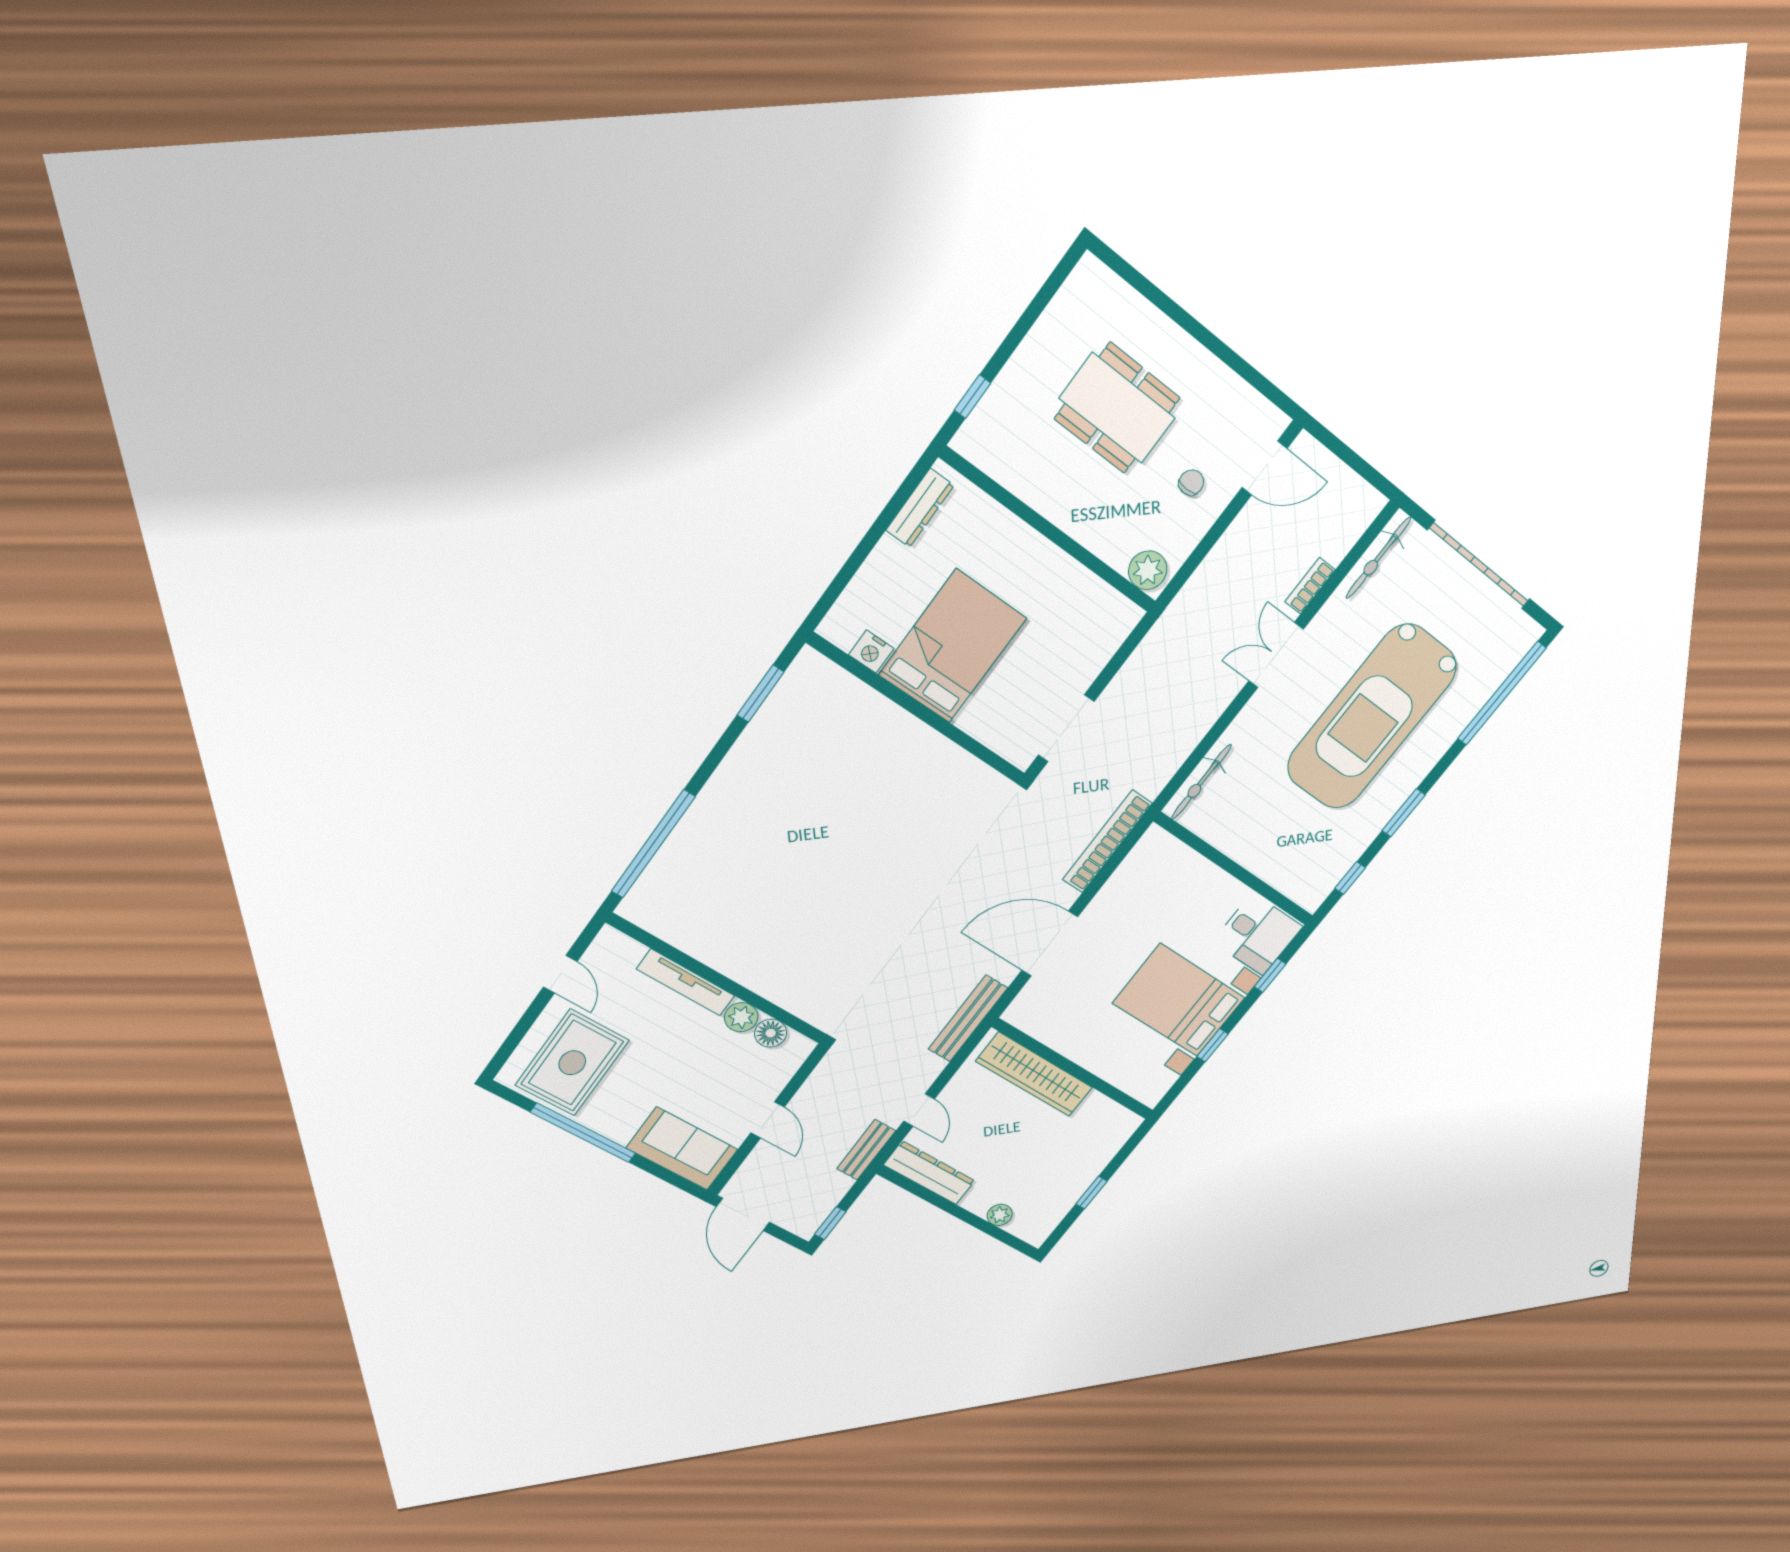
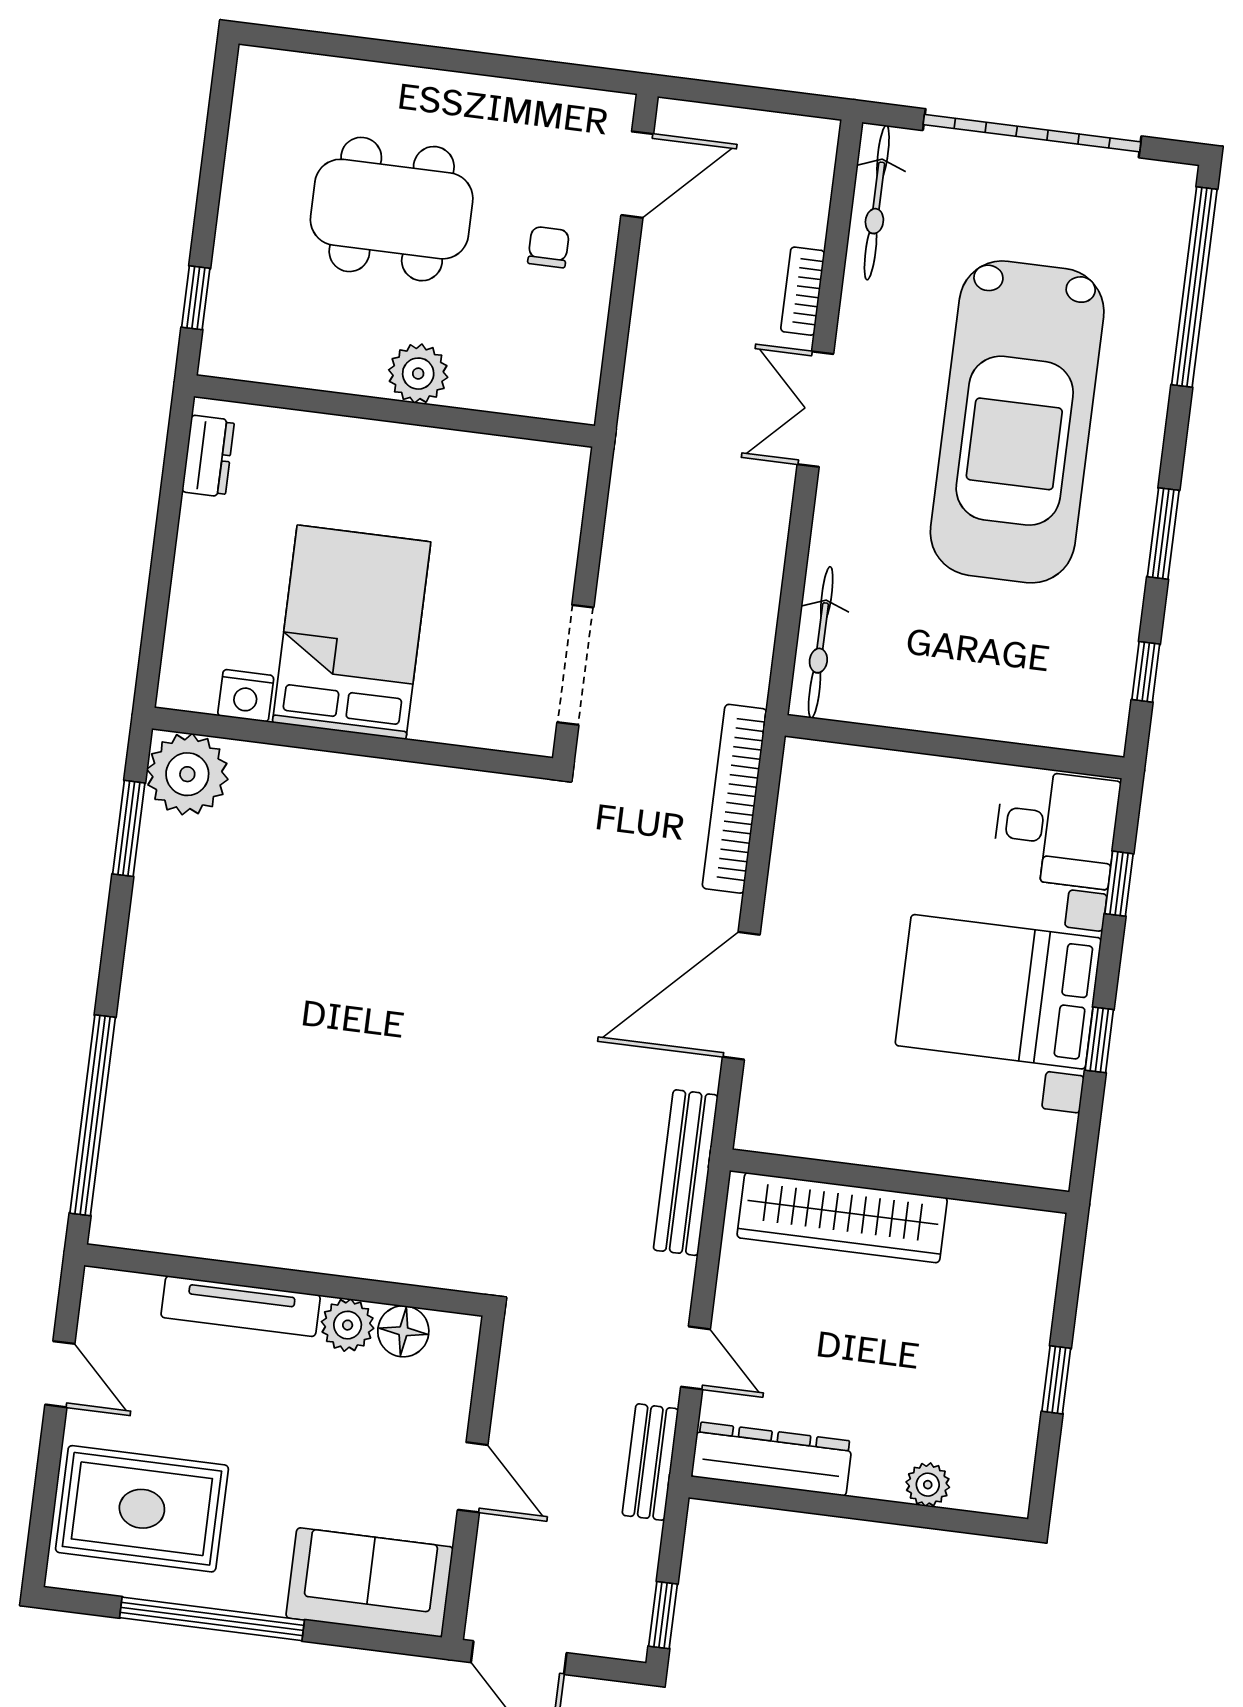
dresser: (920, 508) -> (208, 456), width x0.70
plant: (1148, 570) -> (418, 374), moved
plant: (812, 679) -> (187, 774), added
rug: (572, 1063) -> (142, 1509), turned 90

